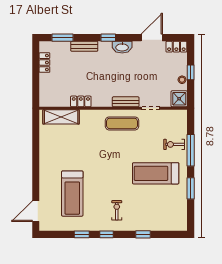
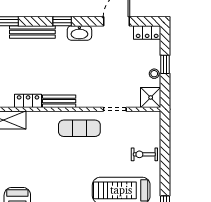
bench: (84, 46) -> (32, 32), width x1.36
bench: (126, 102) -> (59, 101), moved
window: (191, 150) -> (165, 162), removed

